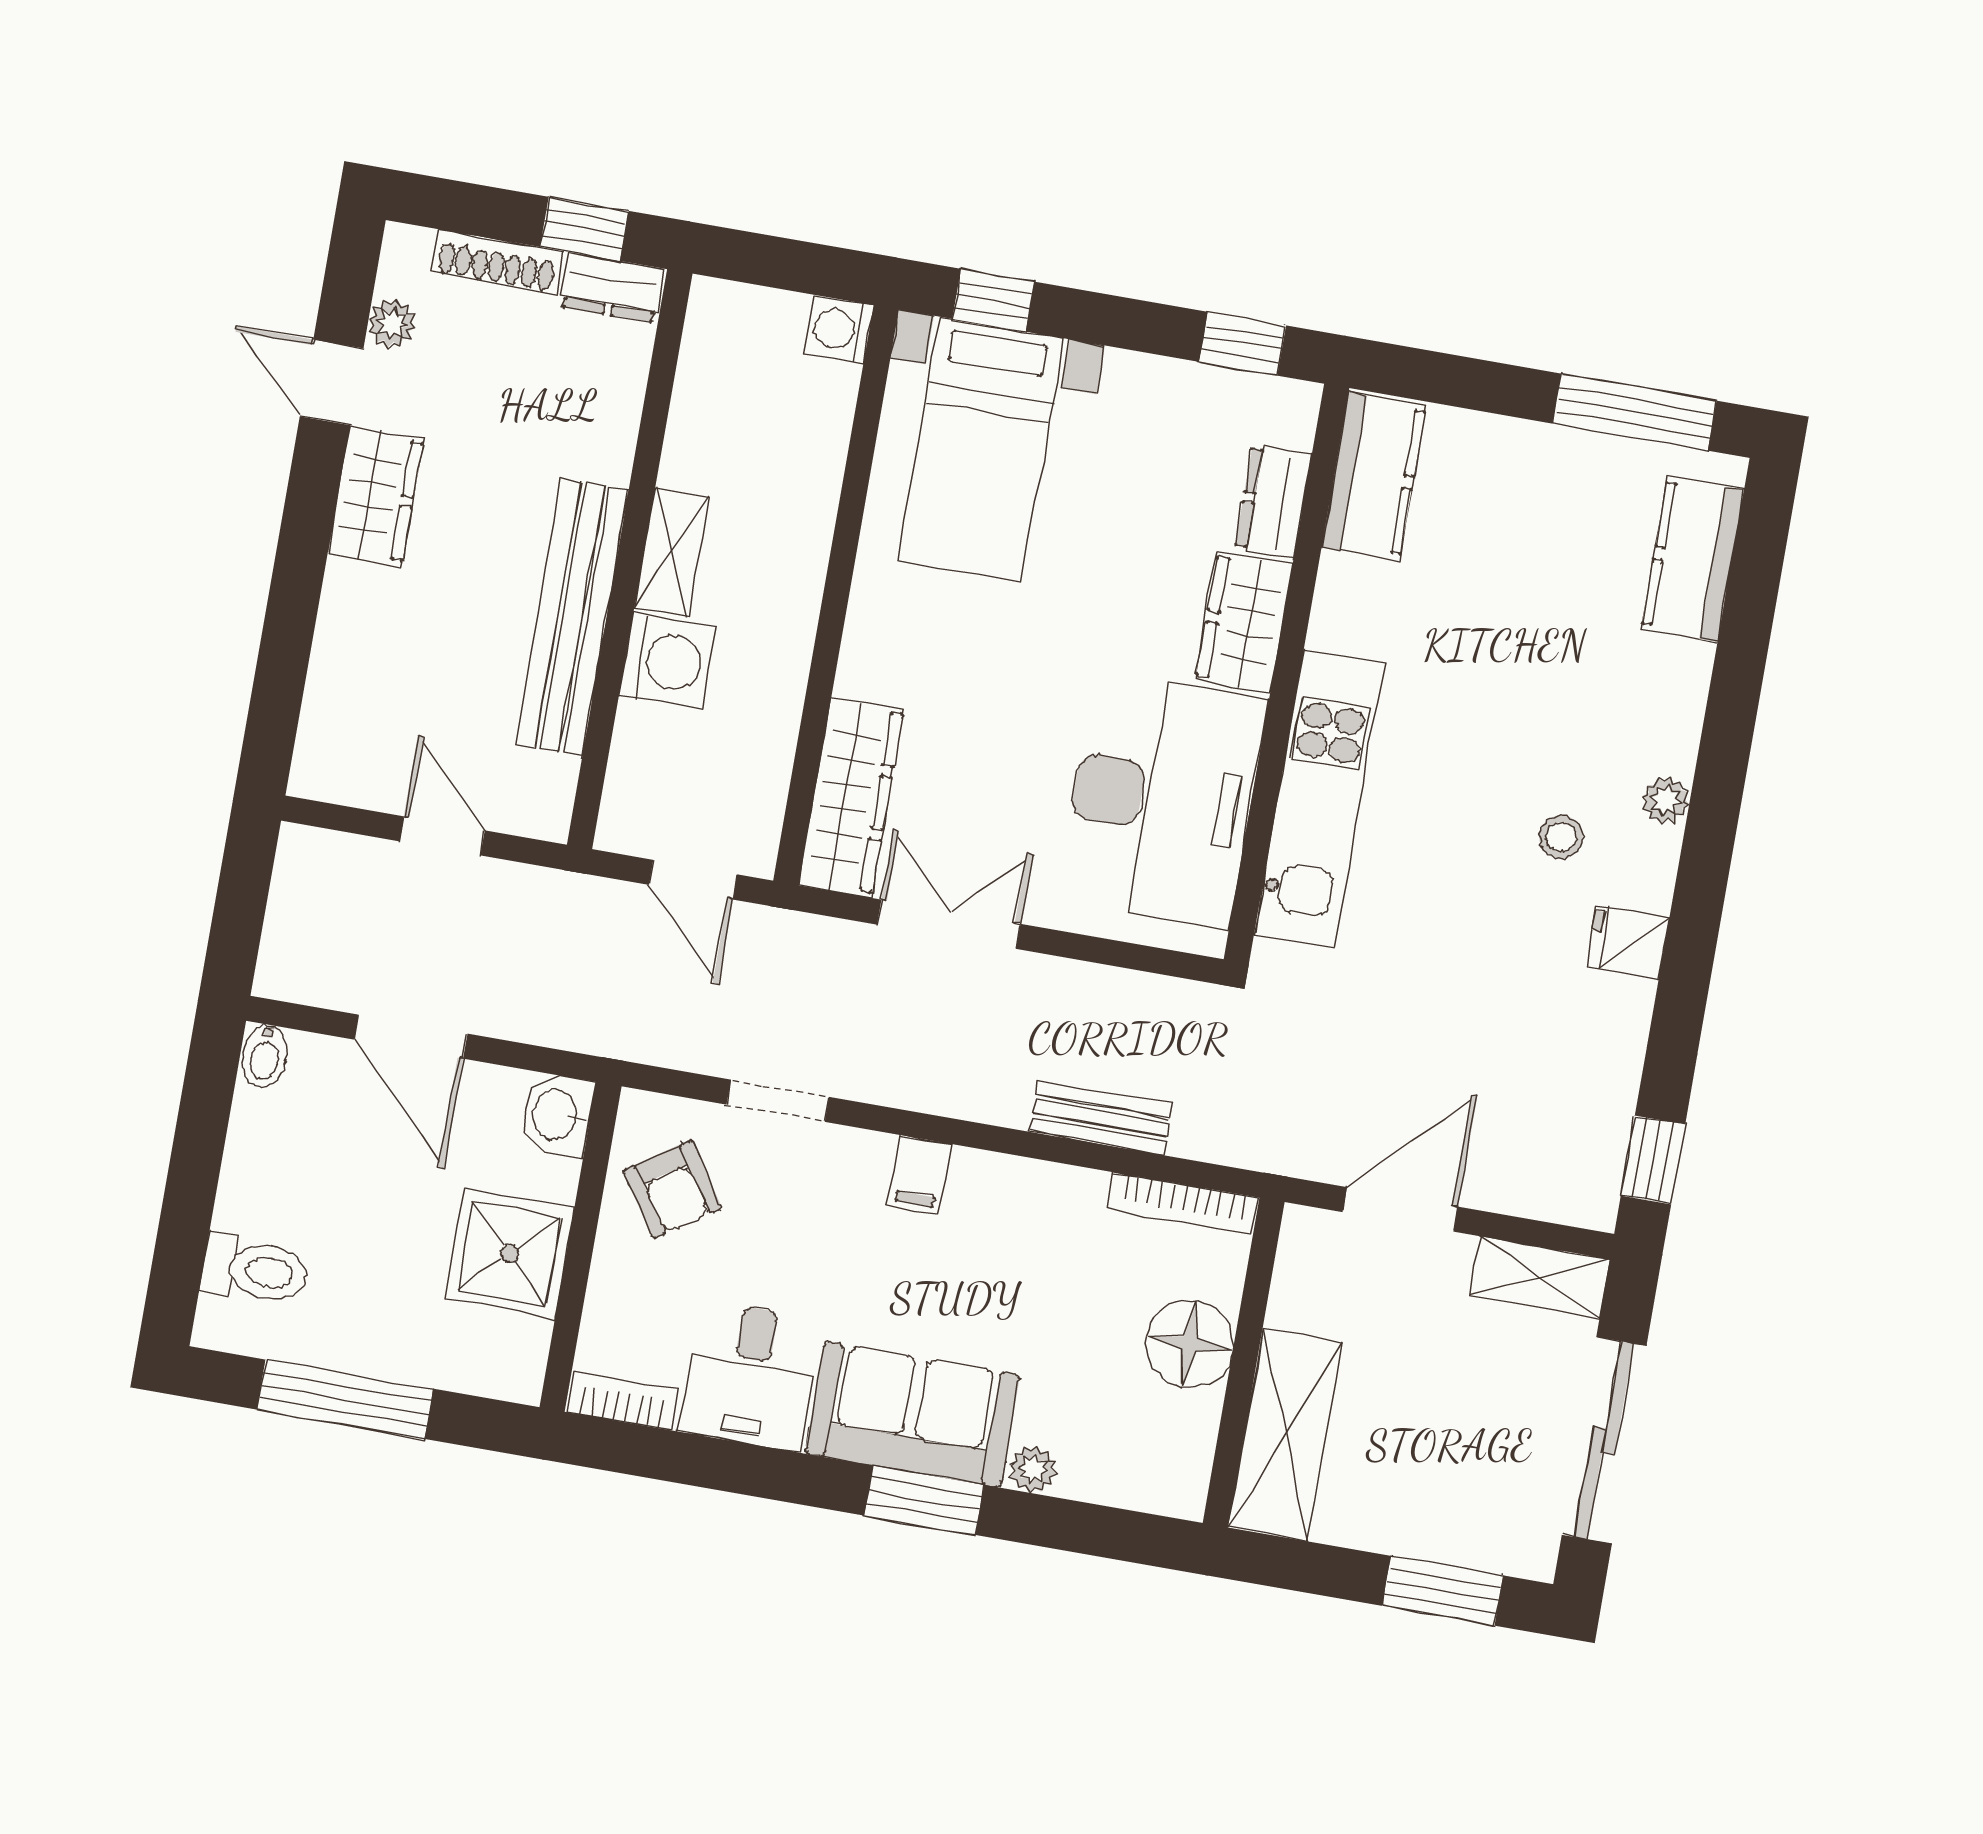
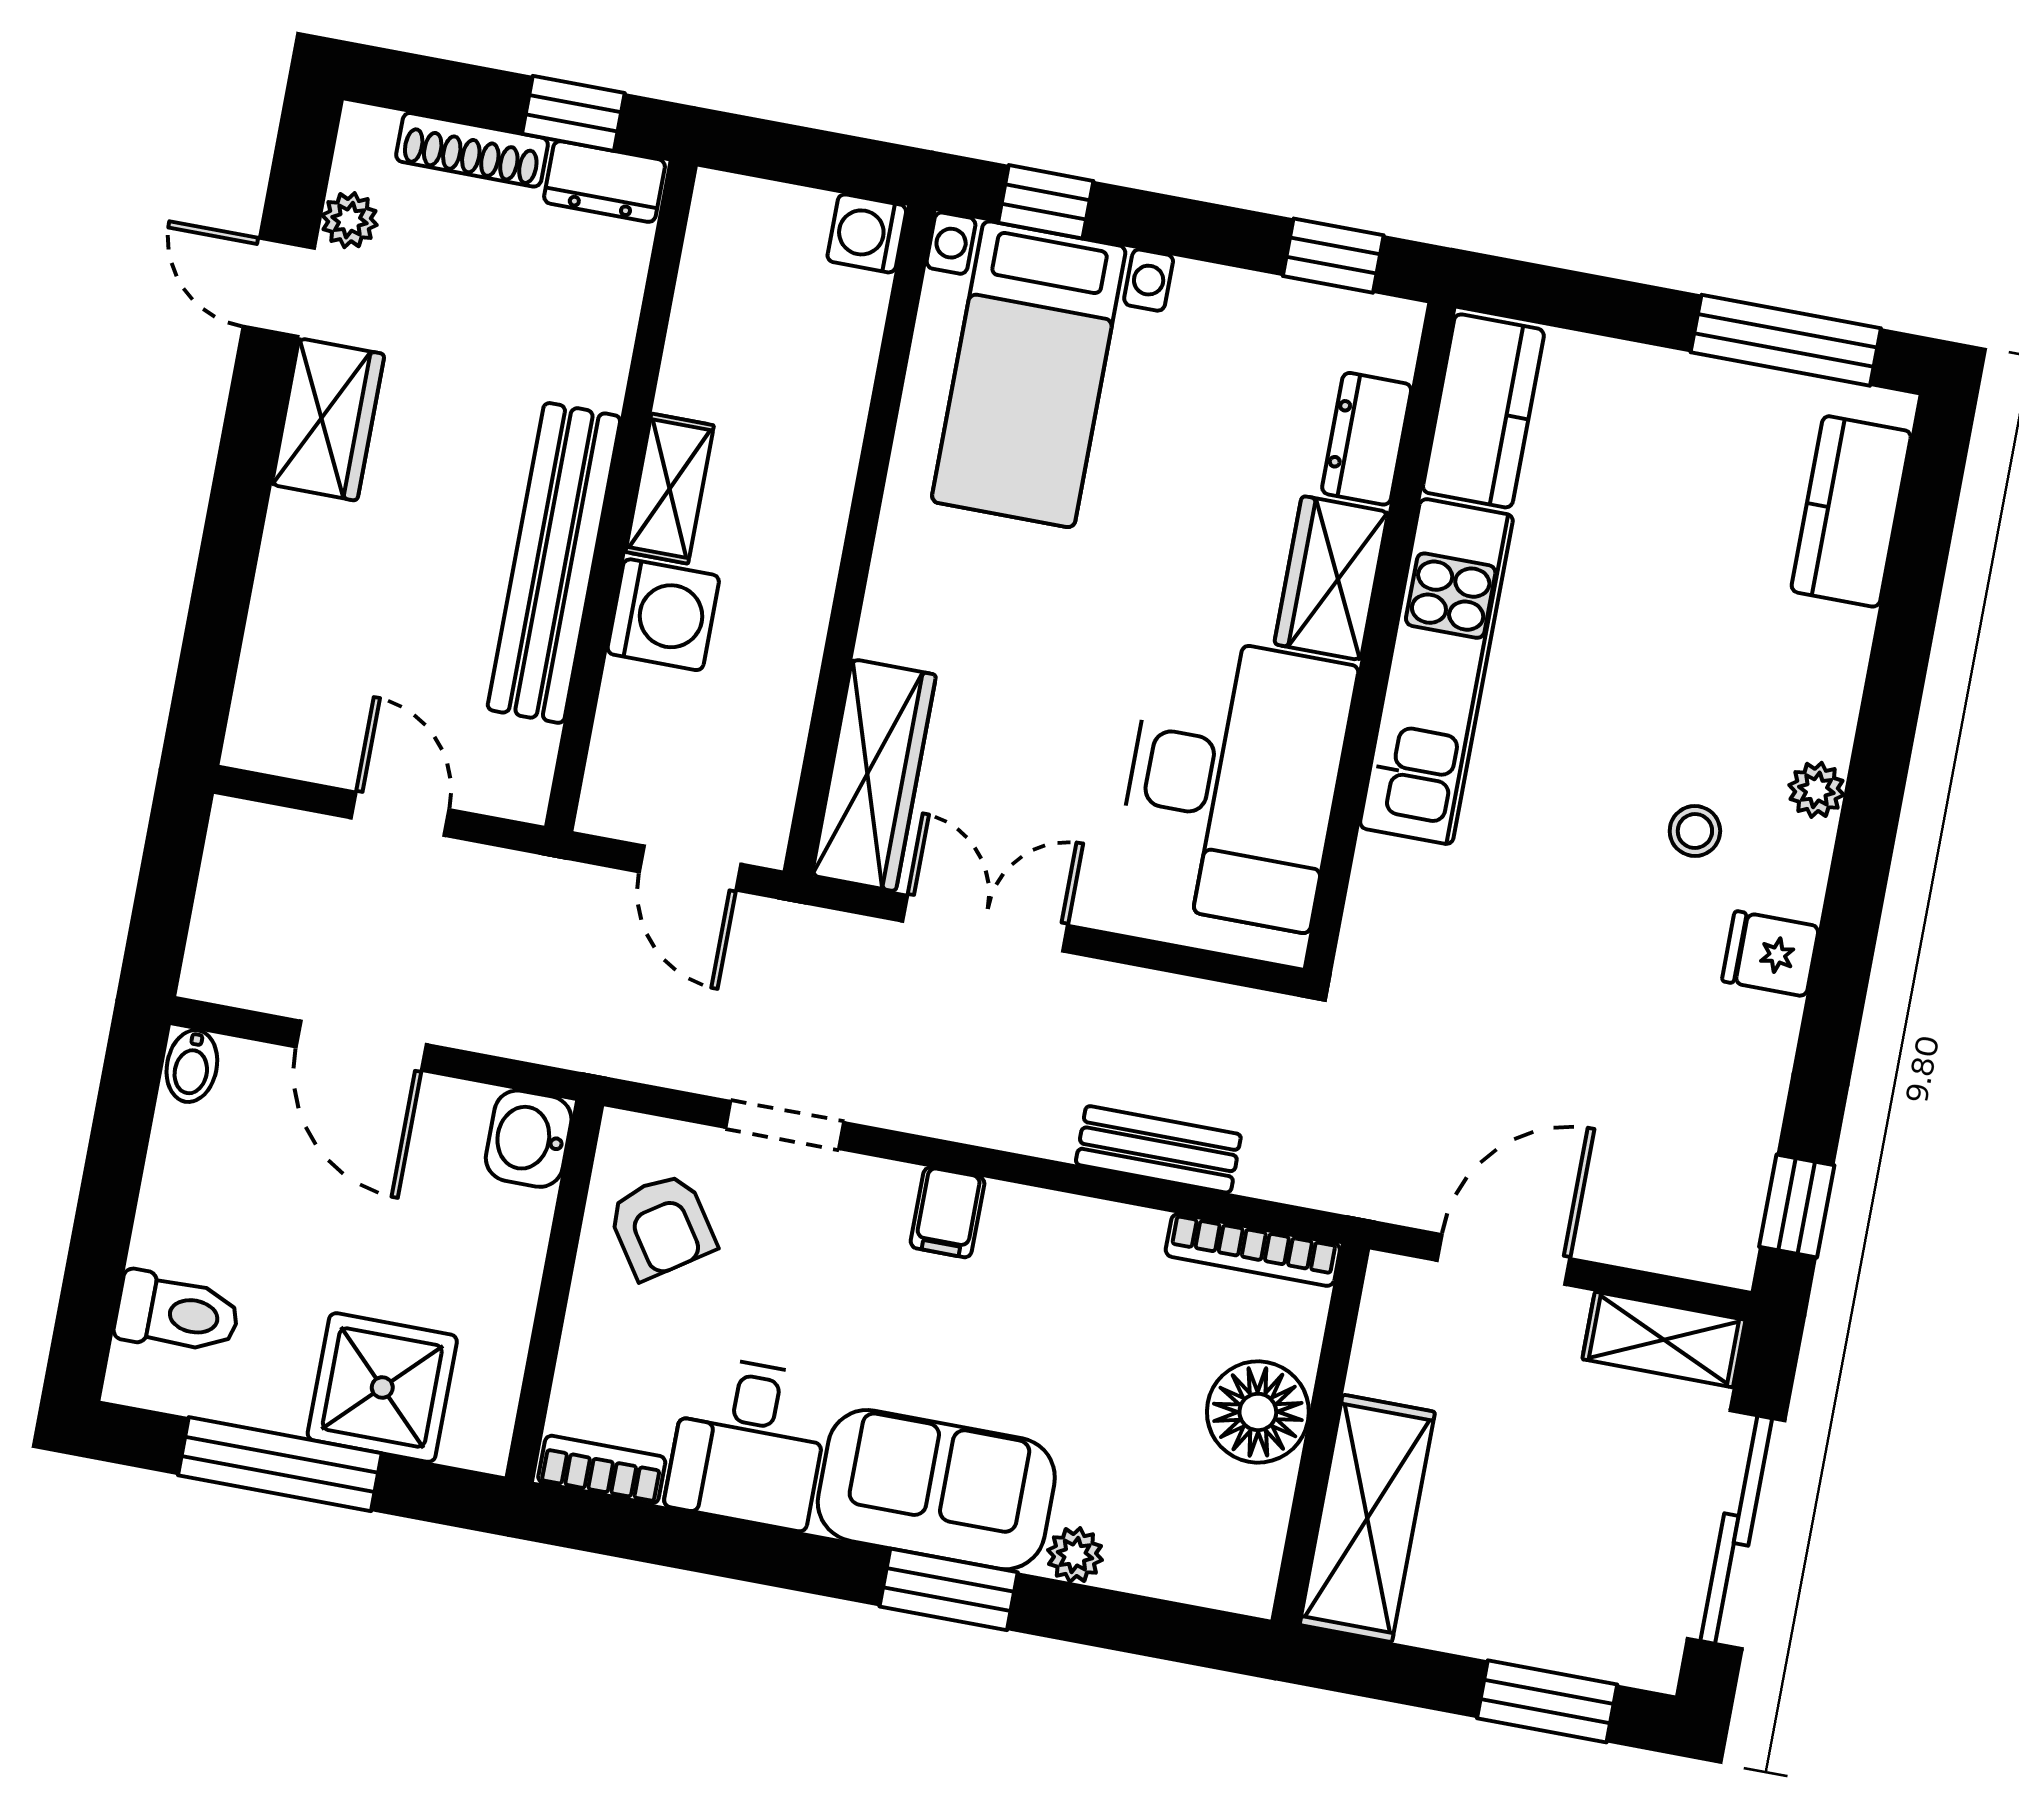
kitchen unit: (1319, 799) -> (1436, 672), moved
shower: (510, 1254) -> (382, 1387), moved

